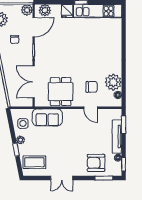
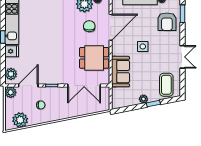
door: (34, 27) -> (28, 85), hinge flipped
door: (91, 108) -> (111, 27), width x1.87
side table: (23, 123) -> (143, 46), moved

